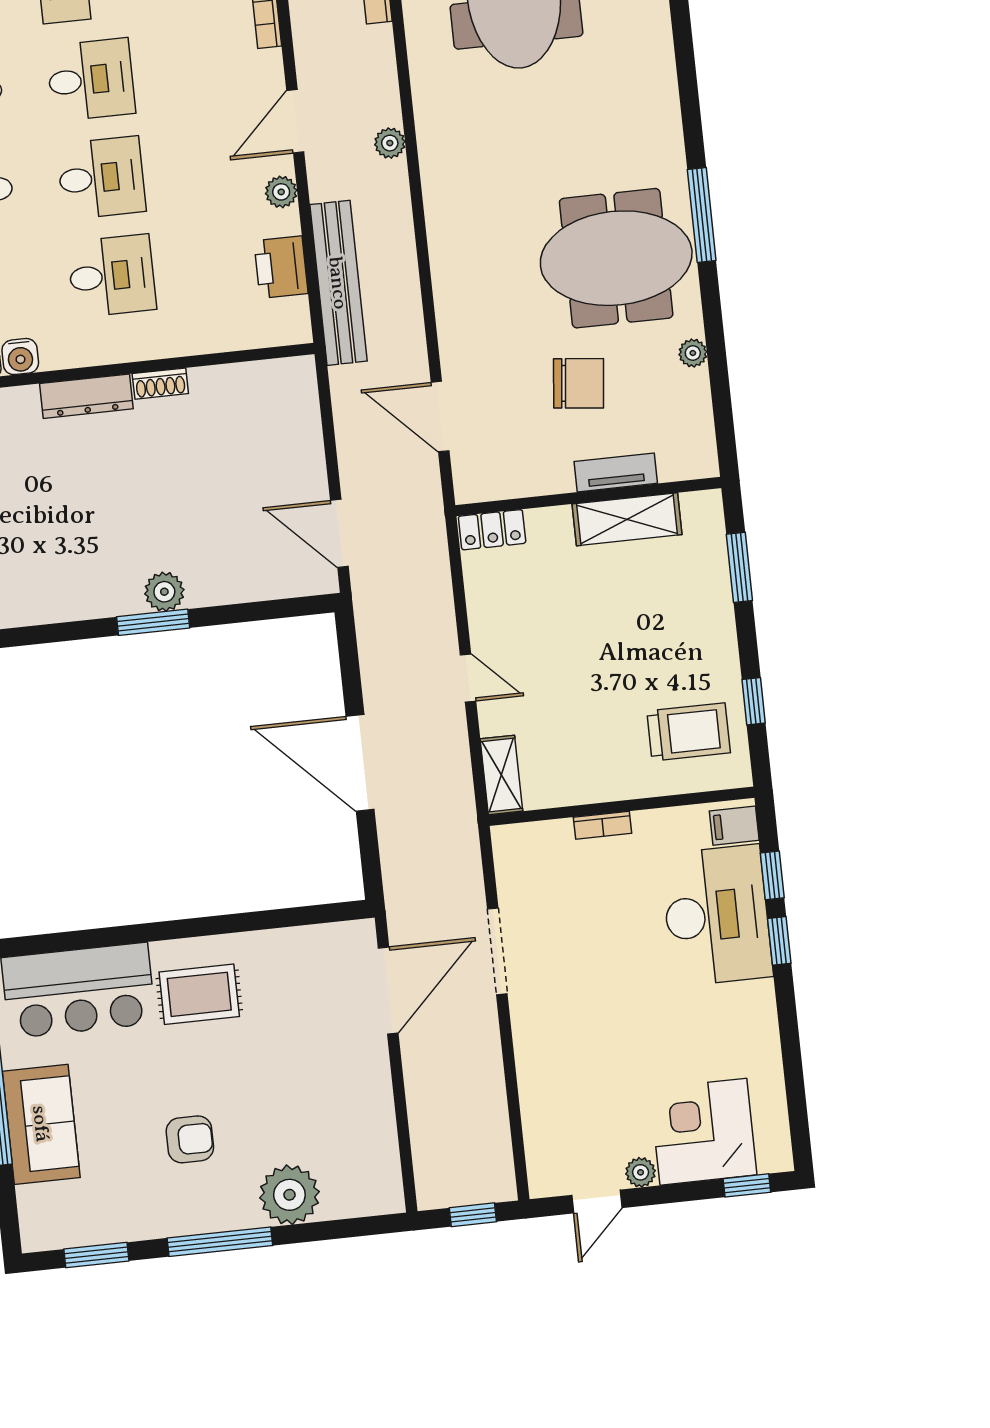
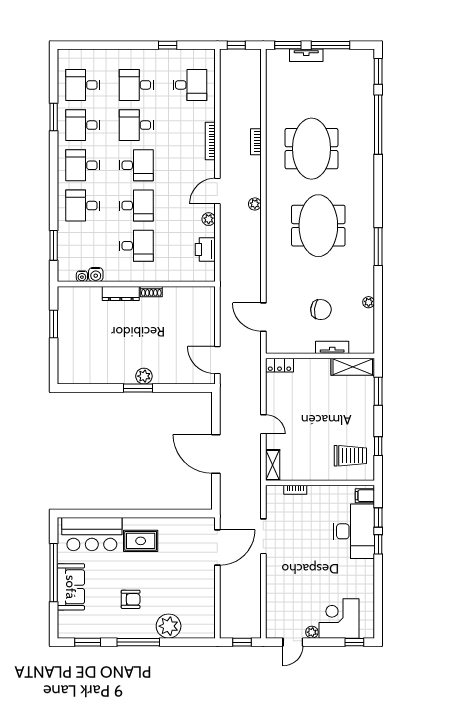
meeting table: (616, 258) -> (318, 226), moved, turned 90
bench: (338, 283) -> (228, 258), removed
shelving: (627, 519) -> (353, 367), moved
bookcase: (603, 825) -> (295, 490), moved

